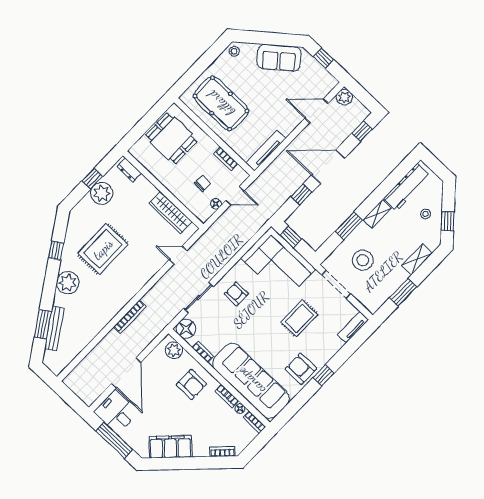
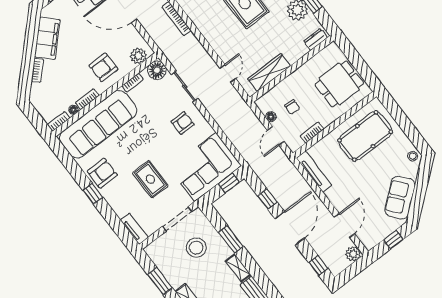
bookcase: (222, 452) -> (37, 70), moved

